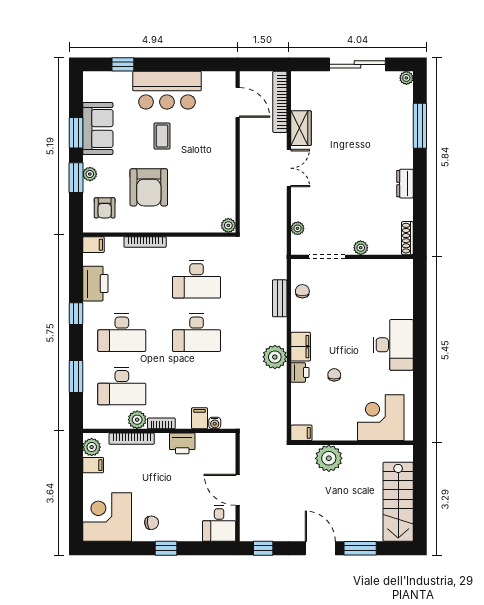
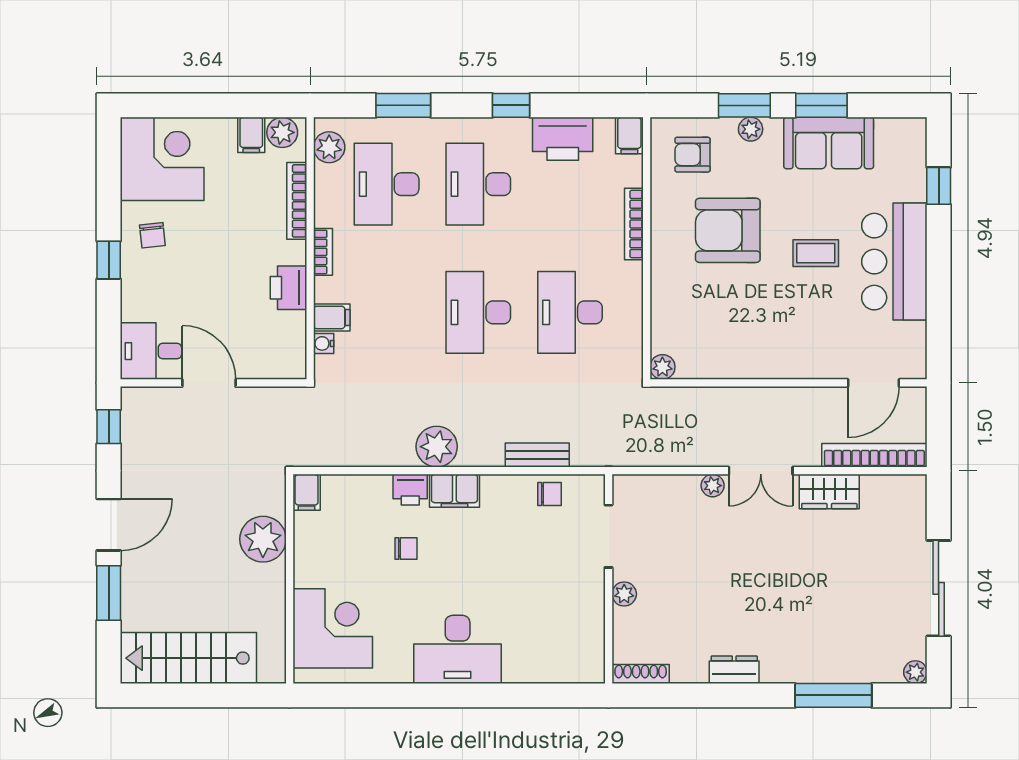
plant: (298, 228) -> (713, 486), moved
plant: (137, 420) -> (329, 147), moved
door: (238, 490) -> (209, 383), hinge flipped

